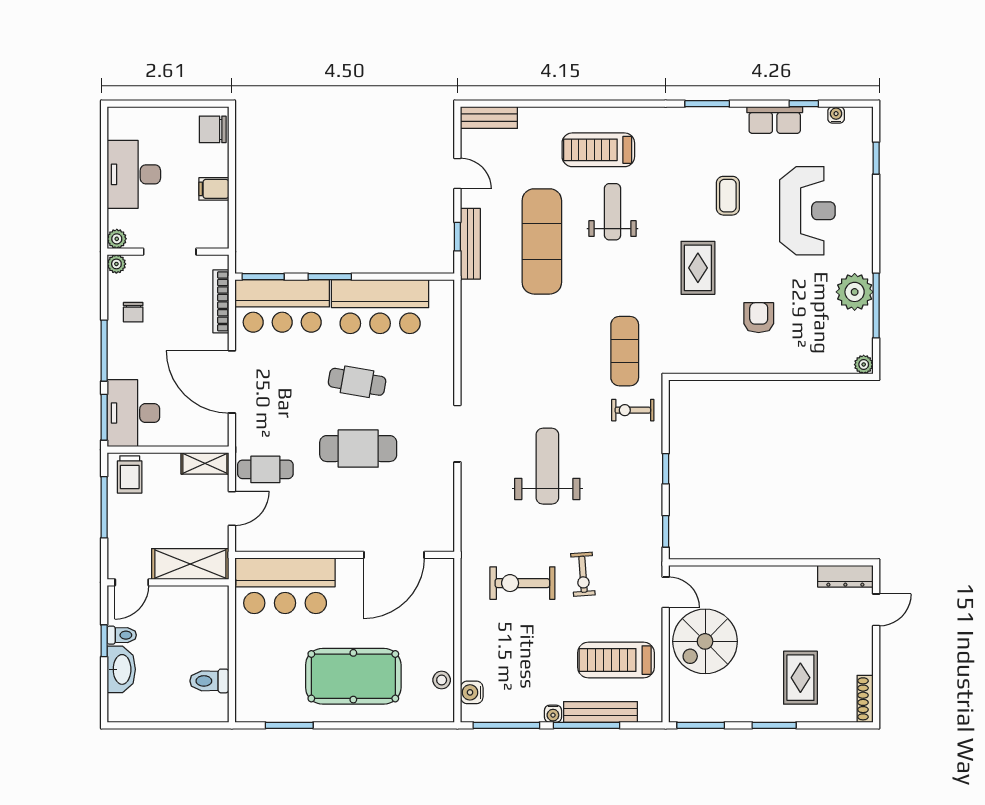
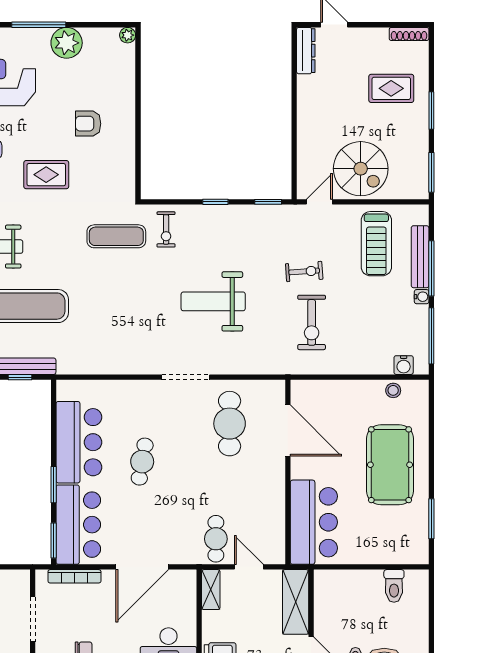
window: (876, 305) -> (39, 25), moved
cafe table: (358, 449) -> (230, 424), moved

